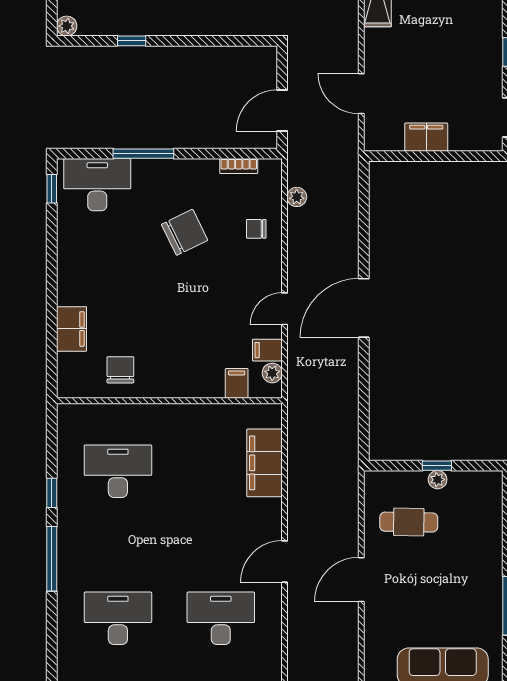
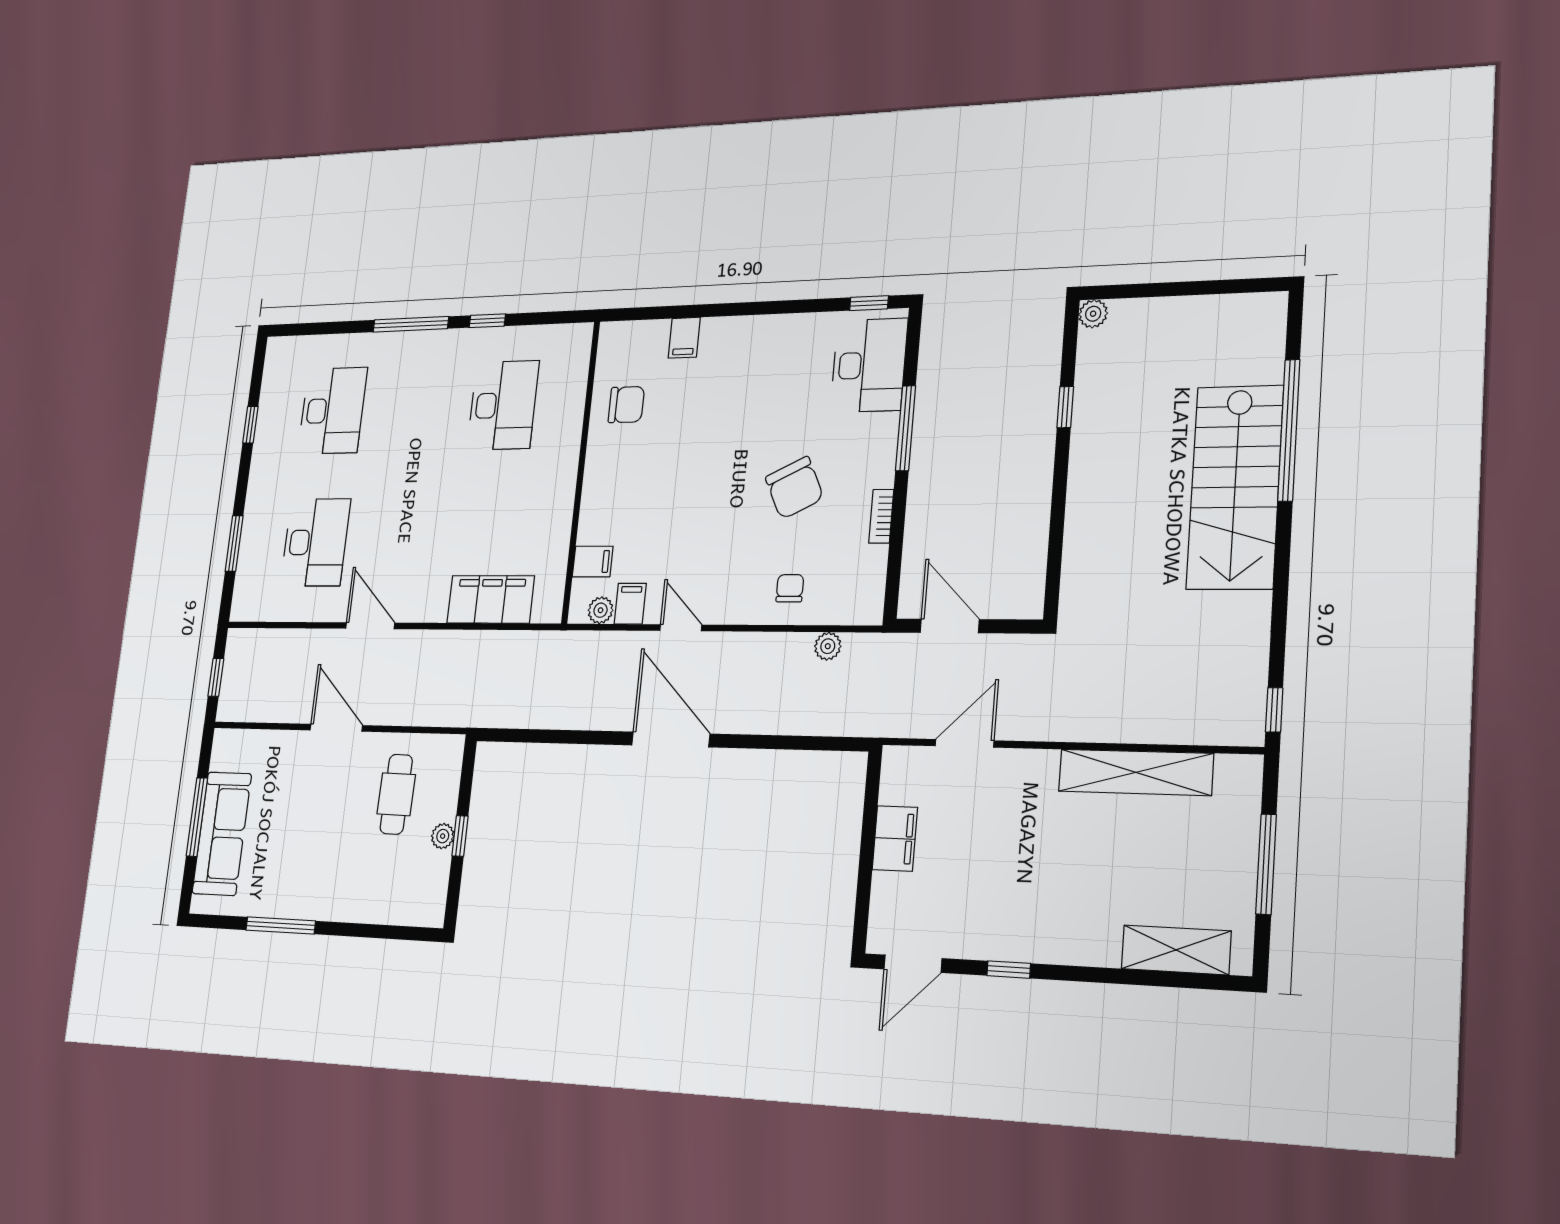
bookcase: (239, 166) -> (881, 516), moved
filing cabinet: (72, 329) -> (684, 338), width x0.50

